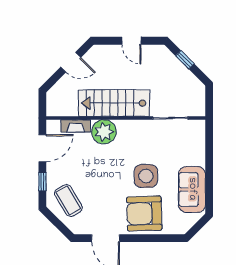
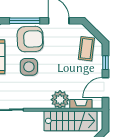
stairs: (114, 103) -> (70, 121), moved
coffee table: (68, 200) -> (86, 49), turned 38
window: (152, 238) -> (25, 21), added

